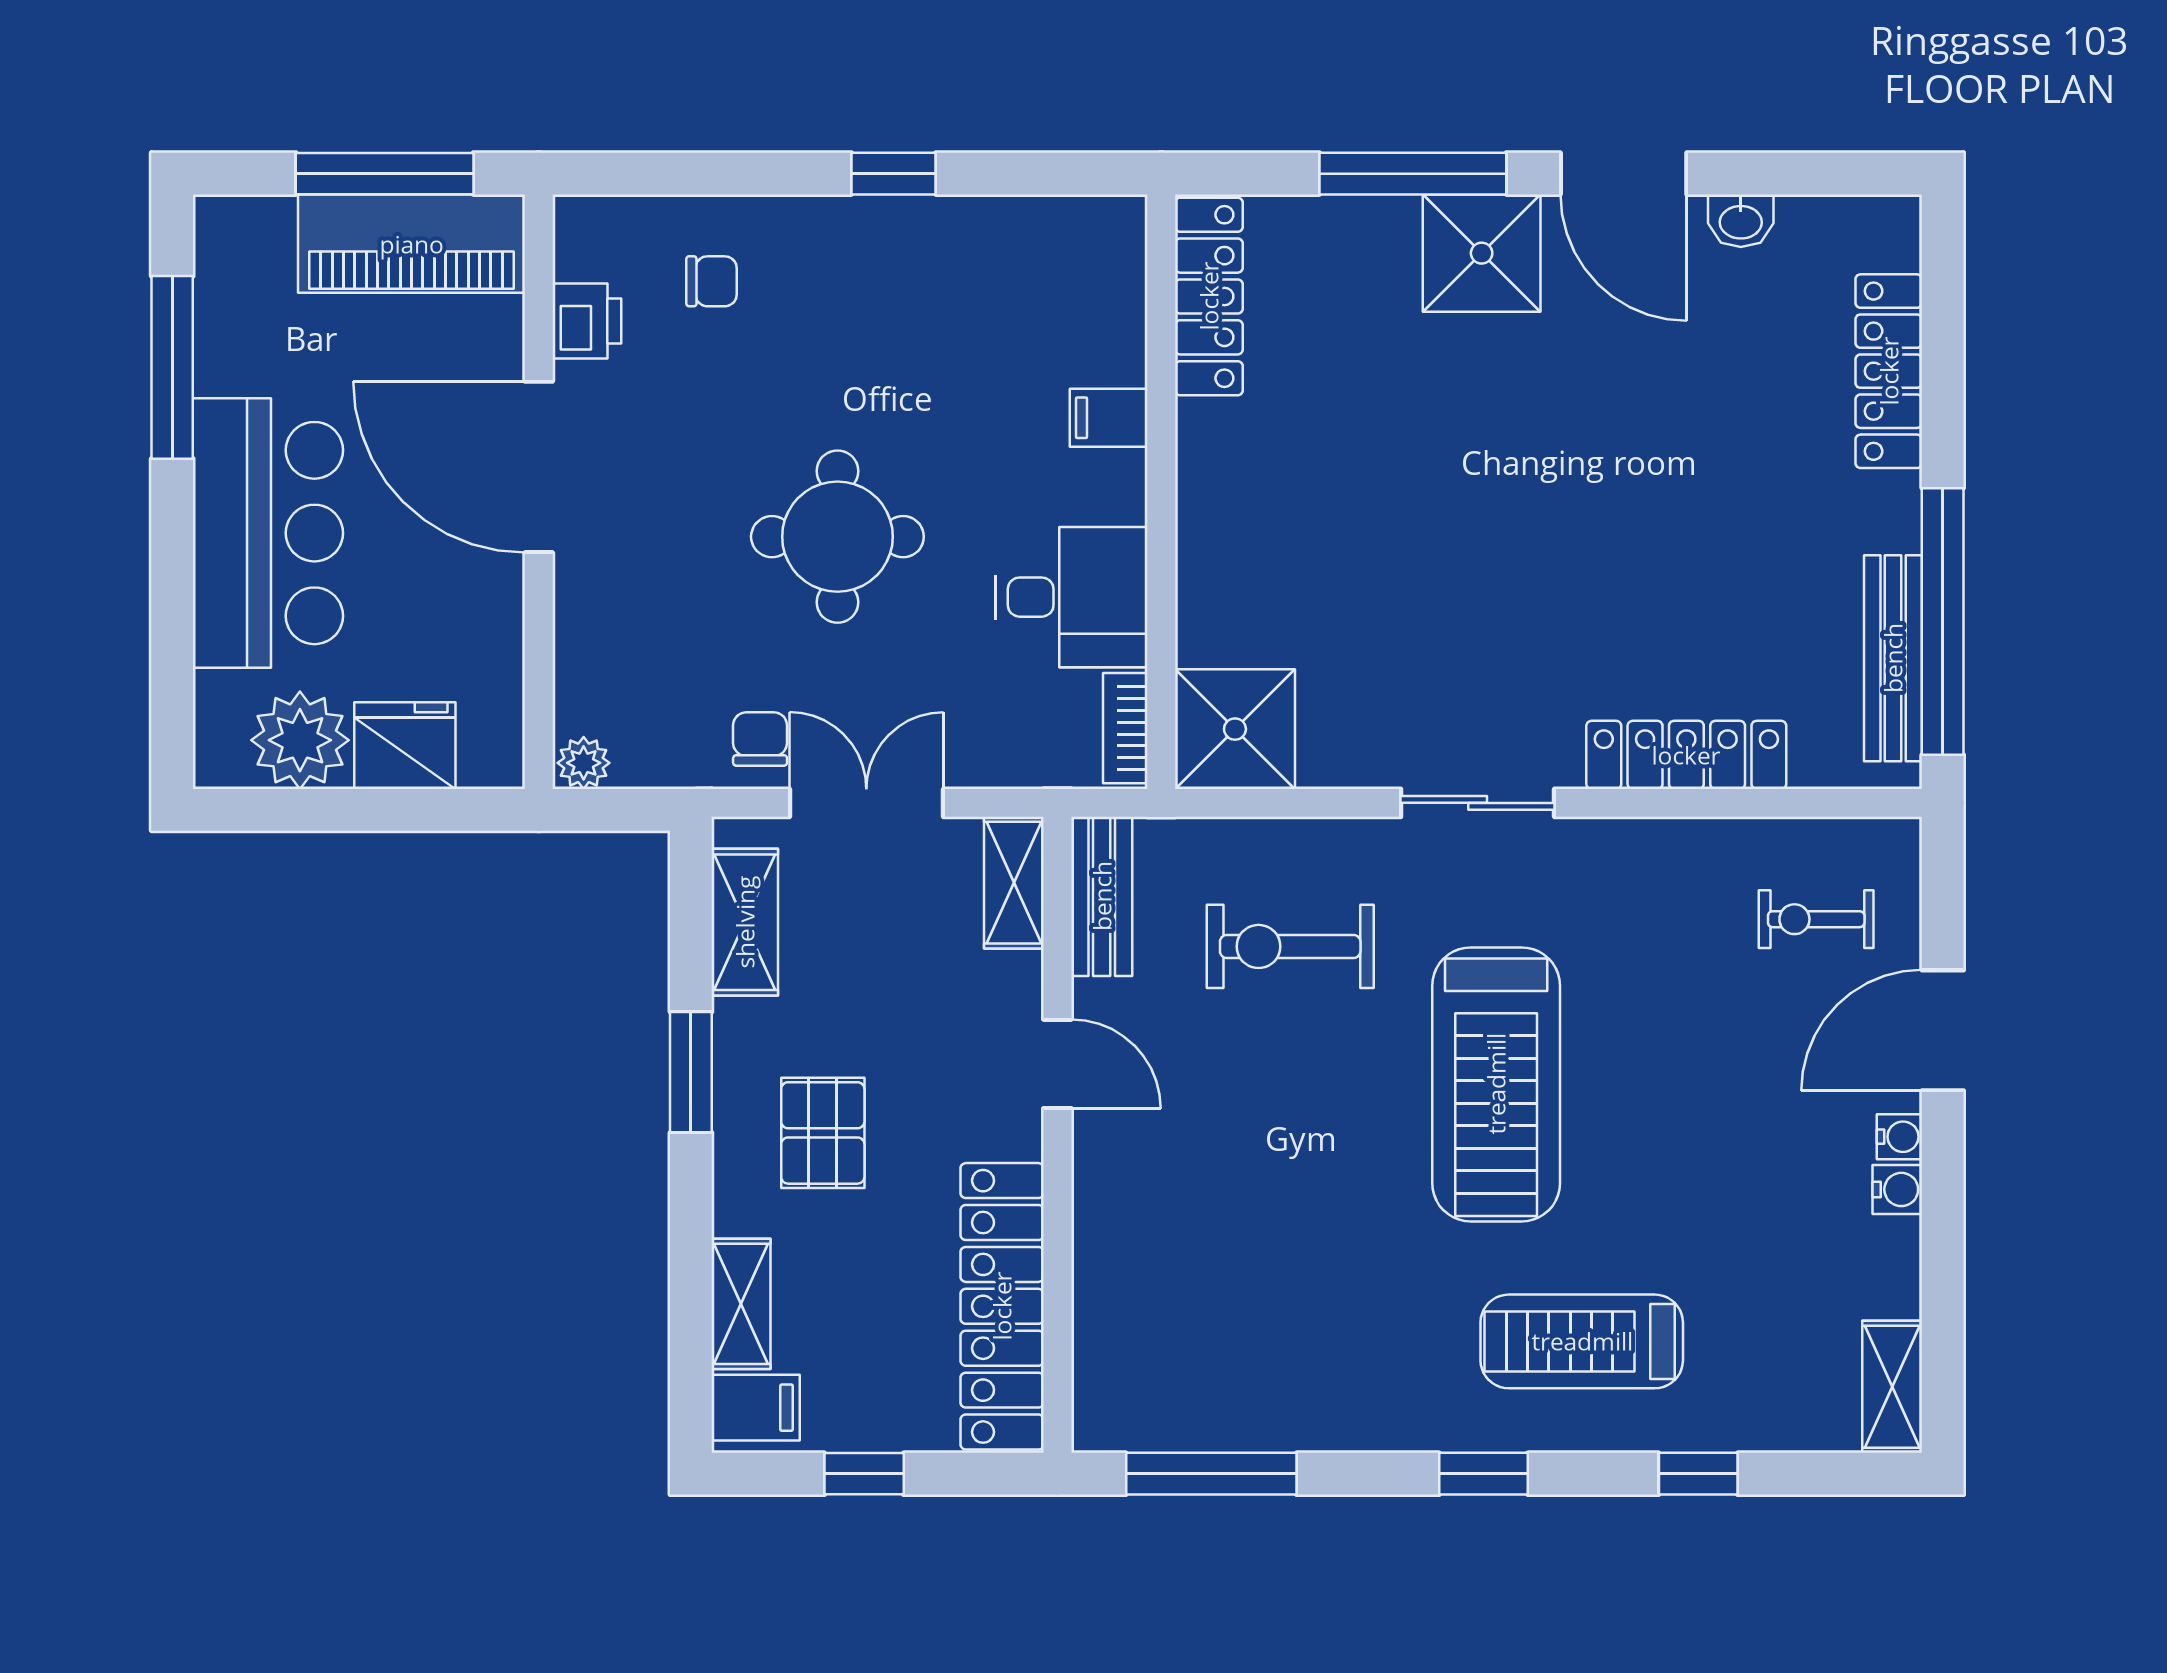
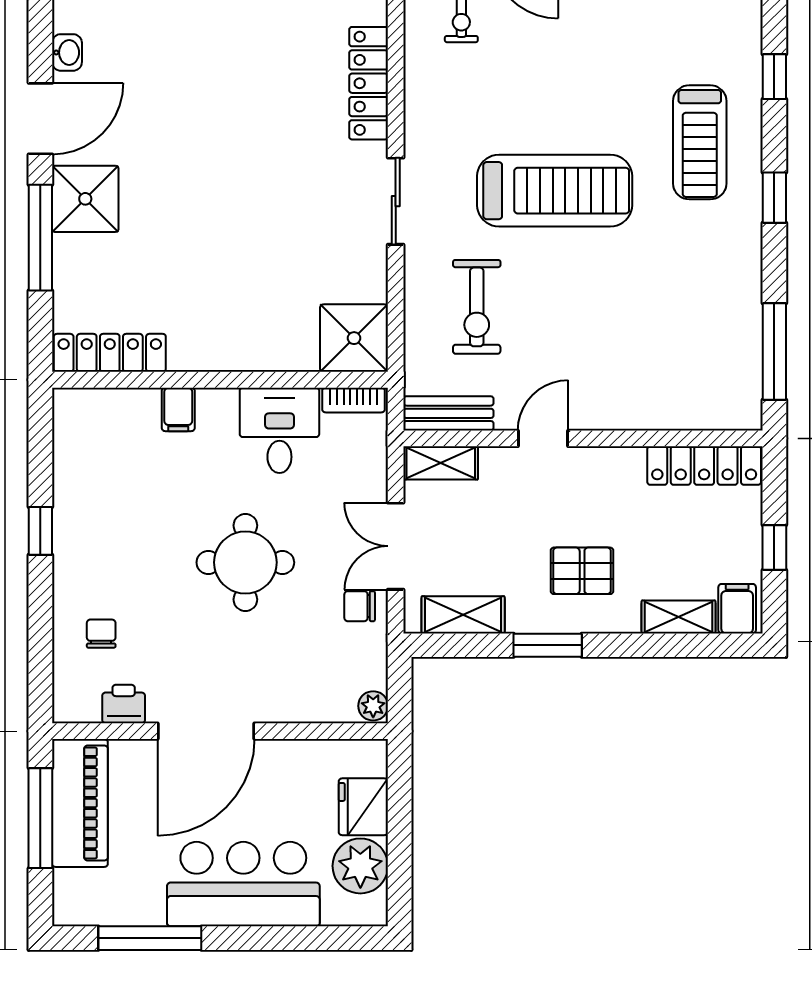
locker: (1002, 1306) -> (704, 466), width x0.71, depth x0.83

